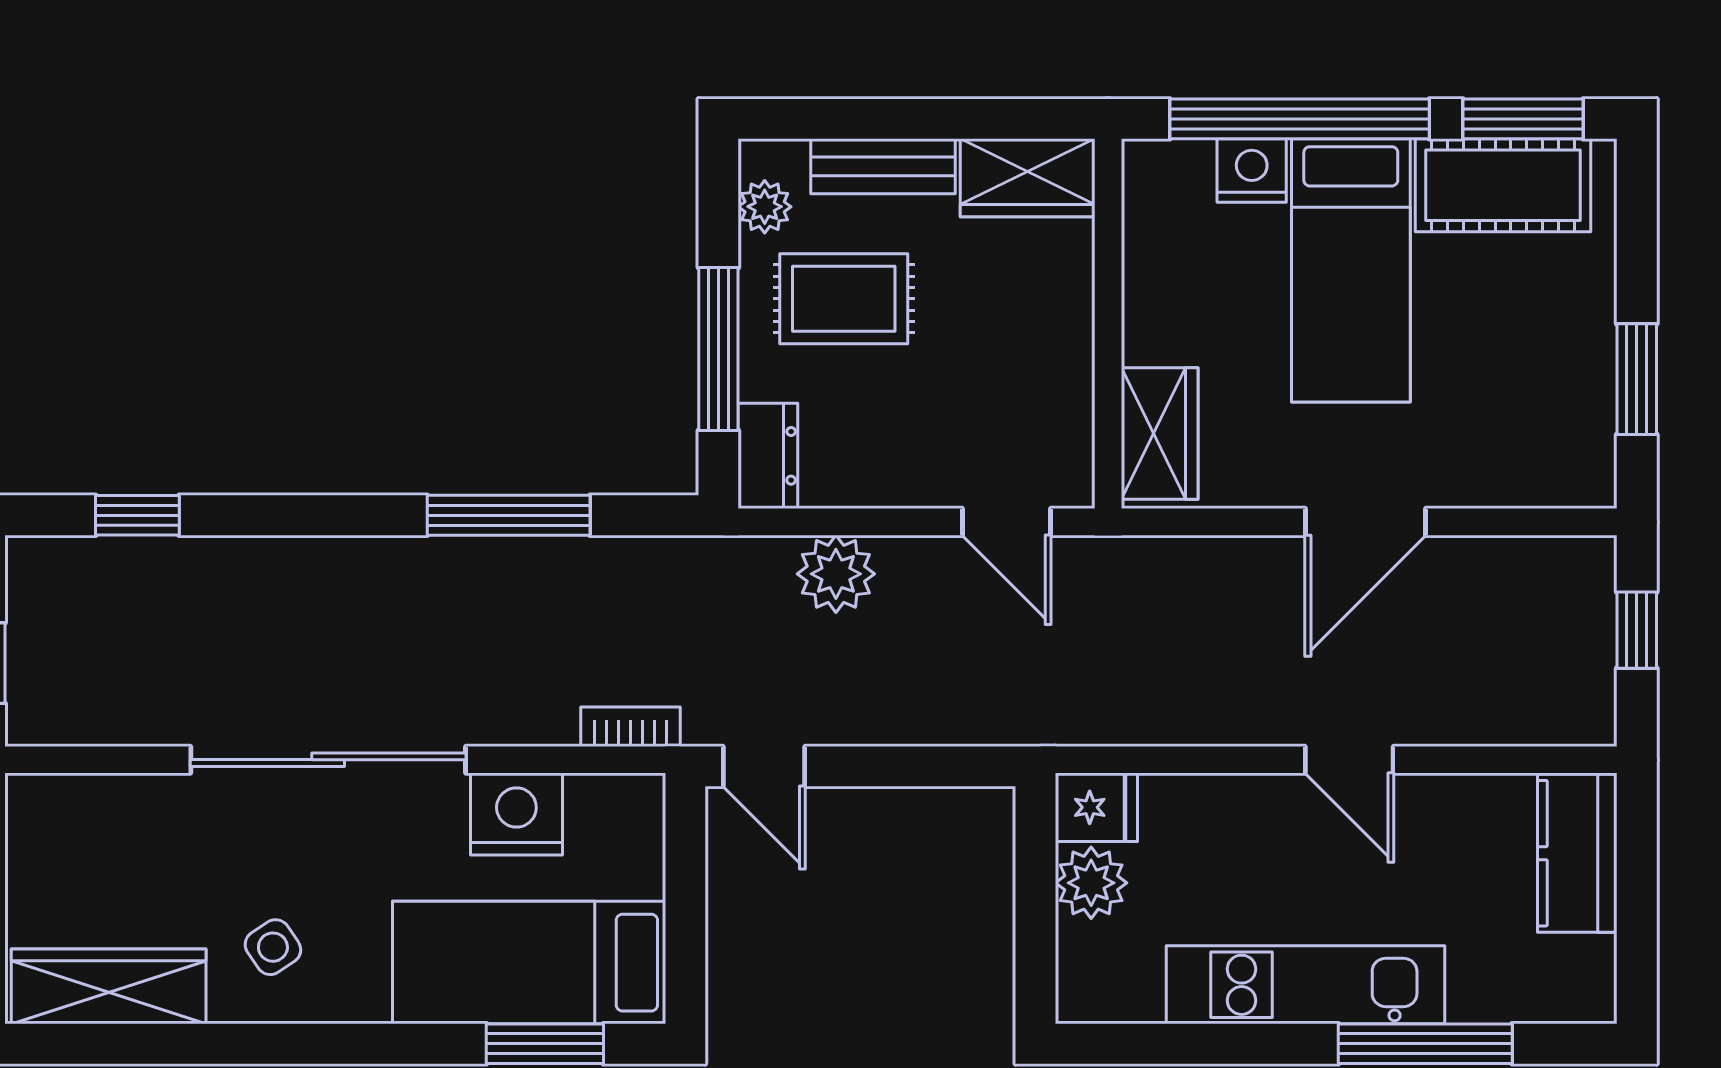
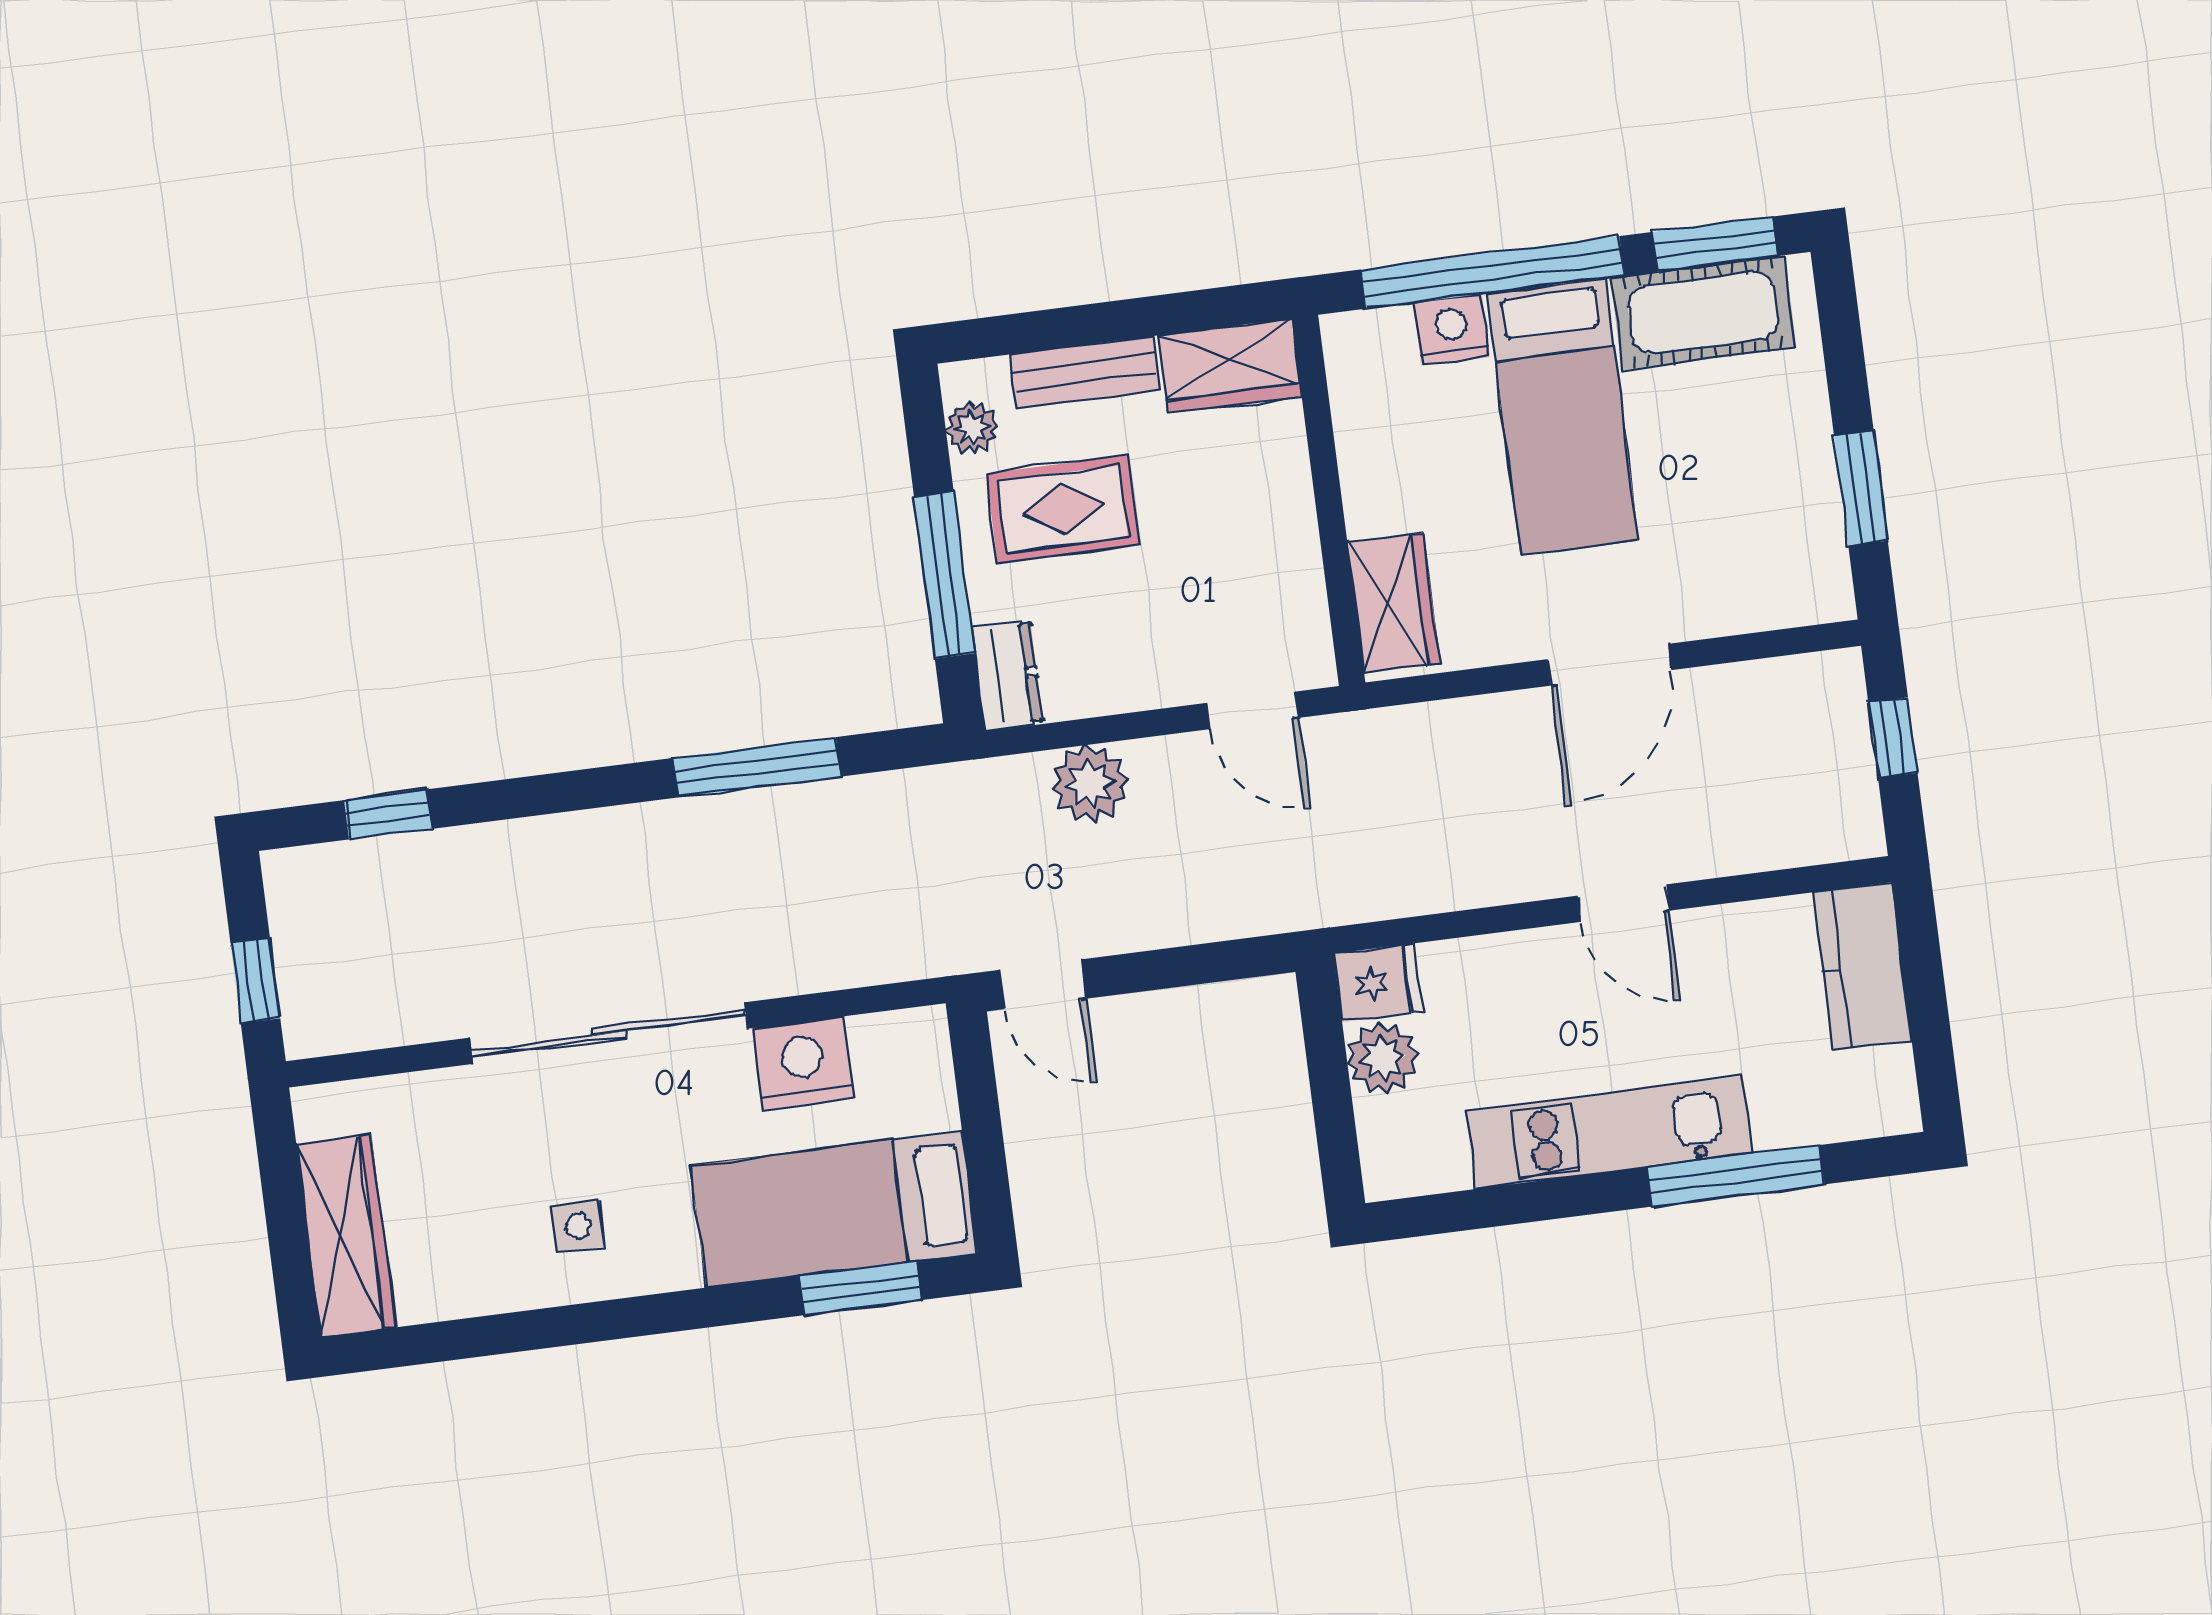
bookcase: (630, 727) -> (905, 962), removed
side table: (273, 947) -> (578, 1226), turned 34
wardrobe: (109, 986) -> (346, 1236), moved, turned 90

